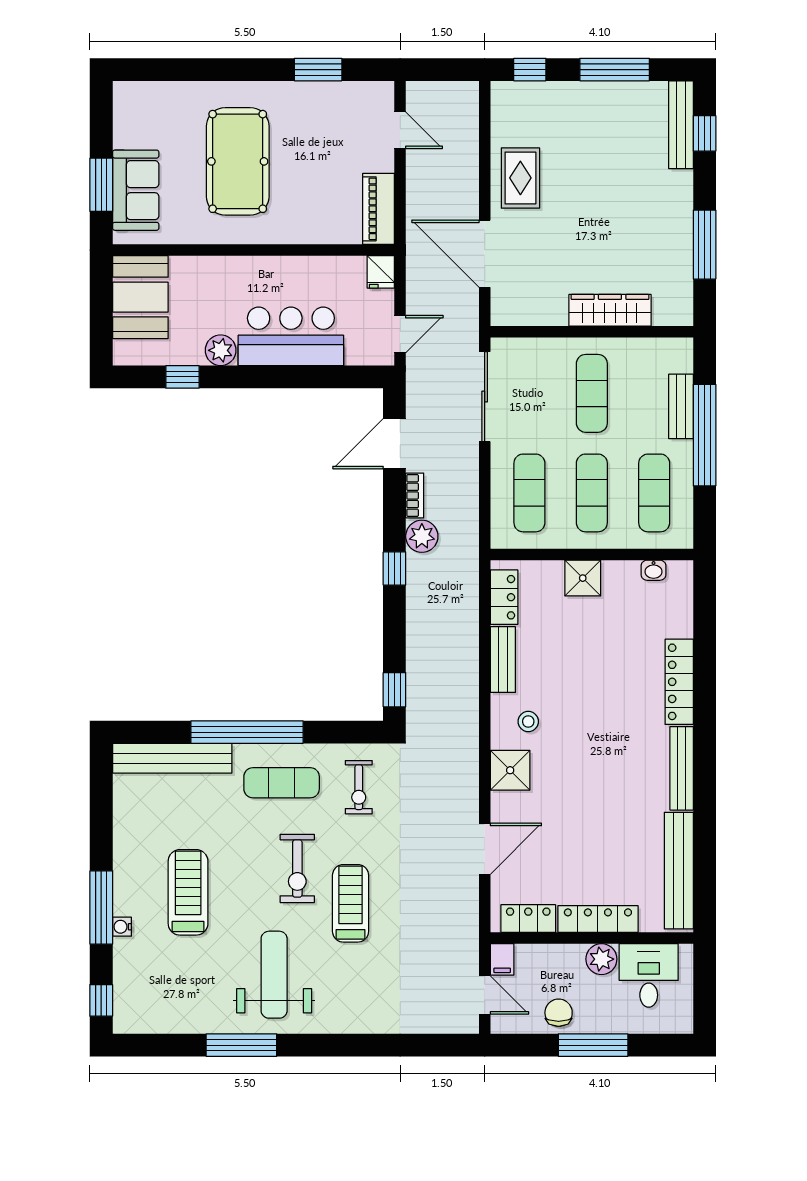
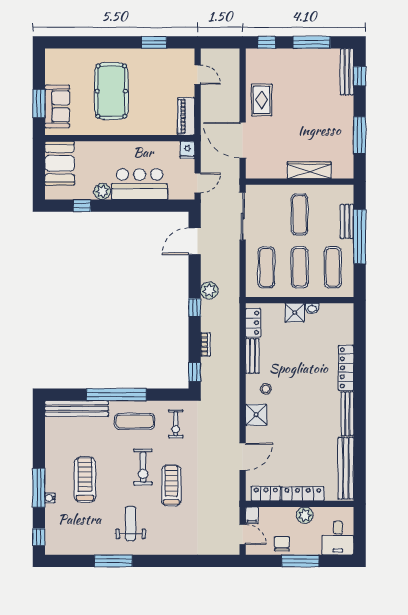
bookcase: (415, 495) -> (205, 344), moved
washbasin: (654, 570) -> (312, 308), moved
weight bench: (274, 975) -> (131, 524), width x0.73, depth x0.75
desk: (649, 975) -> (338, 538), moved, turned 180

